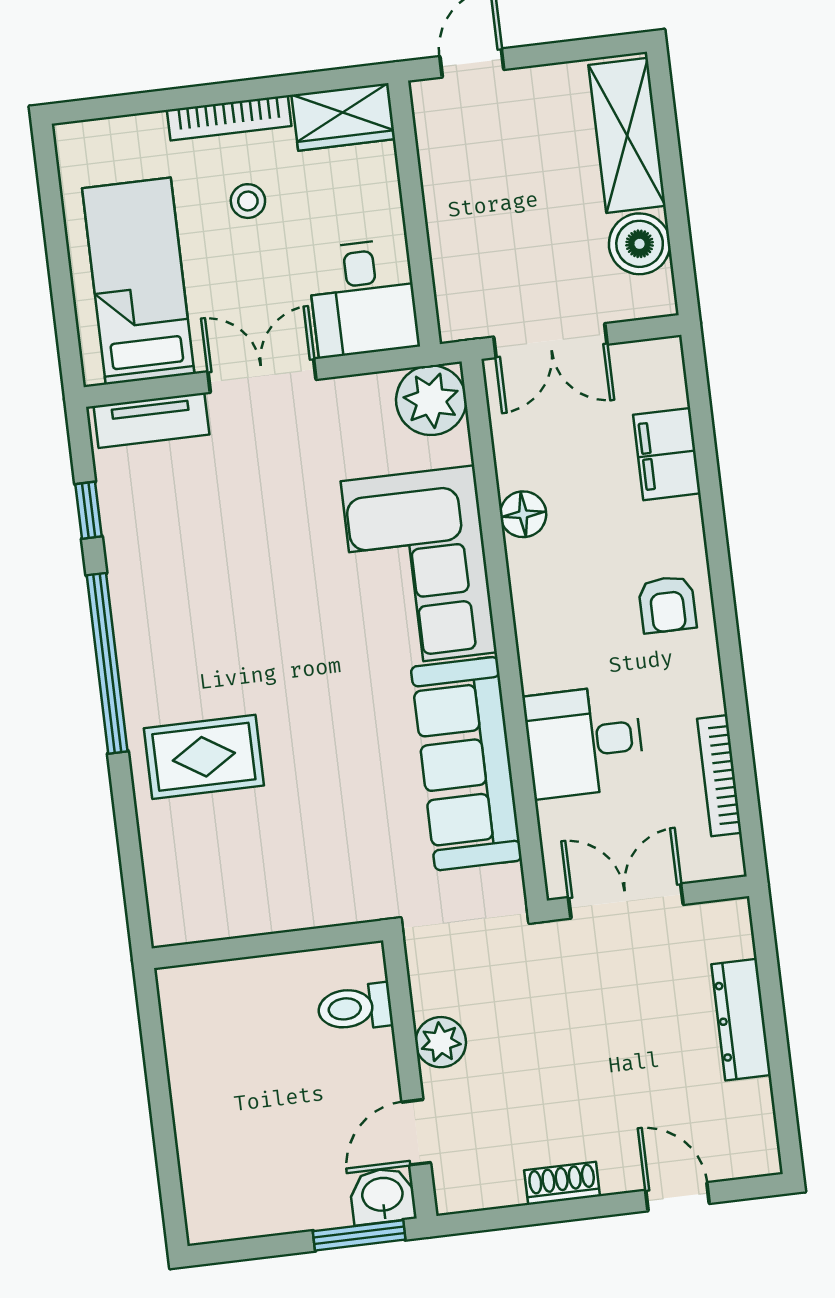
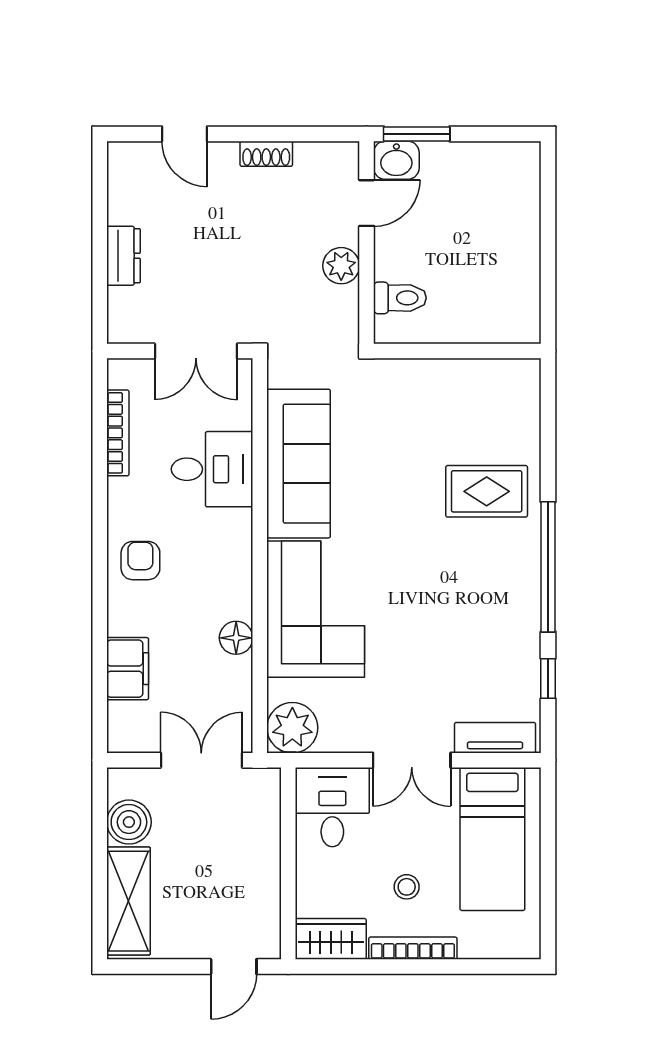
dresser: (741, 1020) -> (123, 256), width x0.70

